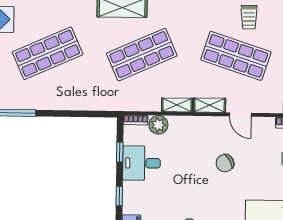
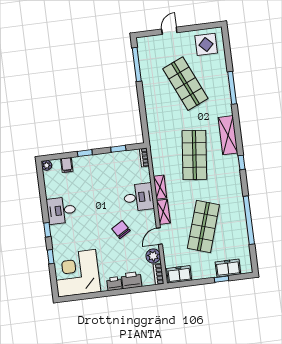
trolley: (249, 17) -> (234, 232), removed
shop shelf: (142, 55) -> (194, 155), turned 30
plant: (158, 125) -> (153, 256), moved
desk: (142, 163) -> (139, 197), moved, turned 90

